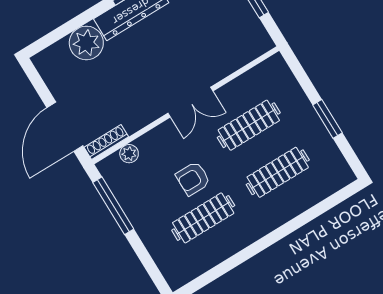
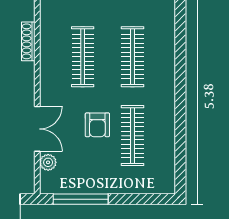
double door: (190, 102) -> (37, 129), moved
shoe rack: (106, 142) -> (28, 41), moved

